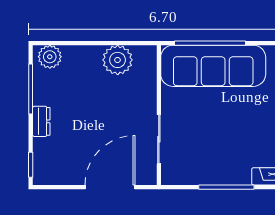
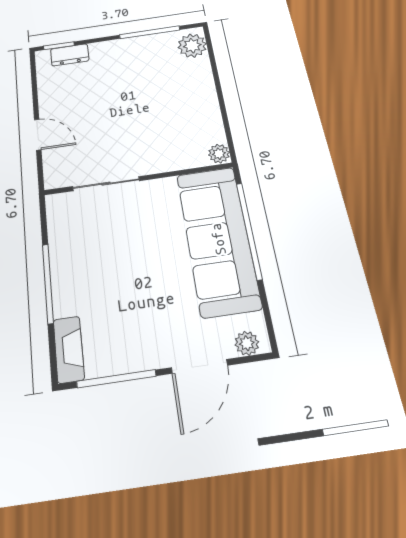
plant: (118, 60) -> (219, 154), moved, width x0.53, depth x0.53
dresser: (41, 121) -> (70, 55), moved
door: (110, 187) -> (38, 135), width x0.53

